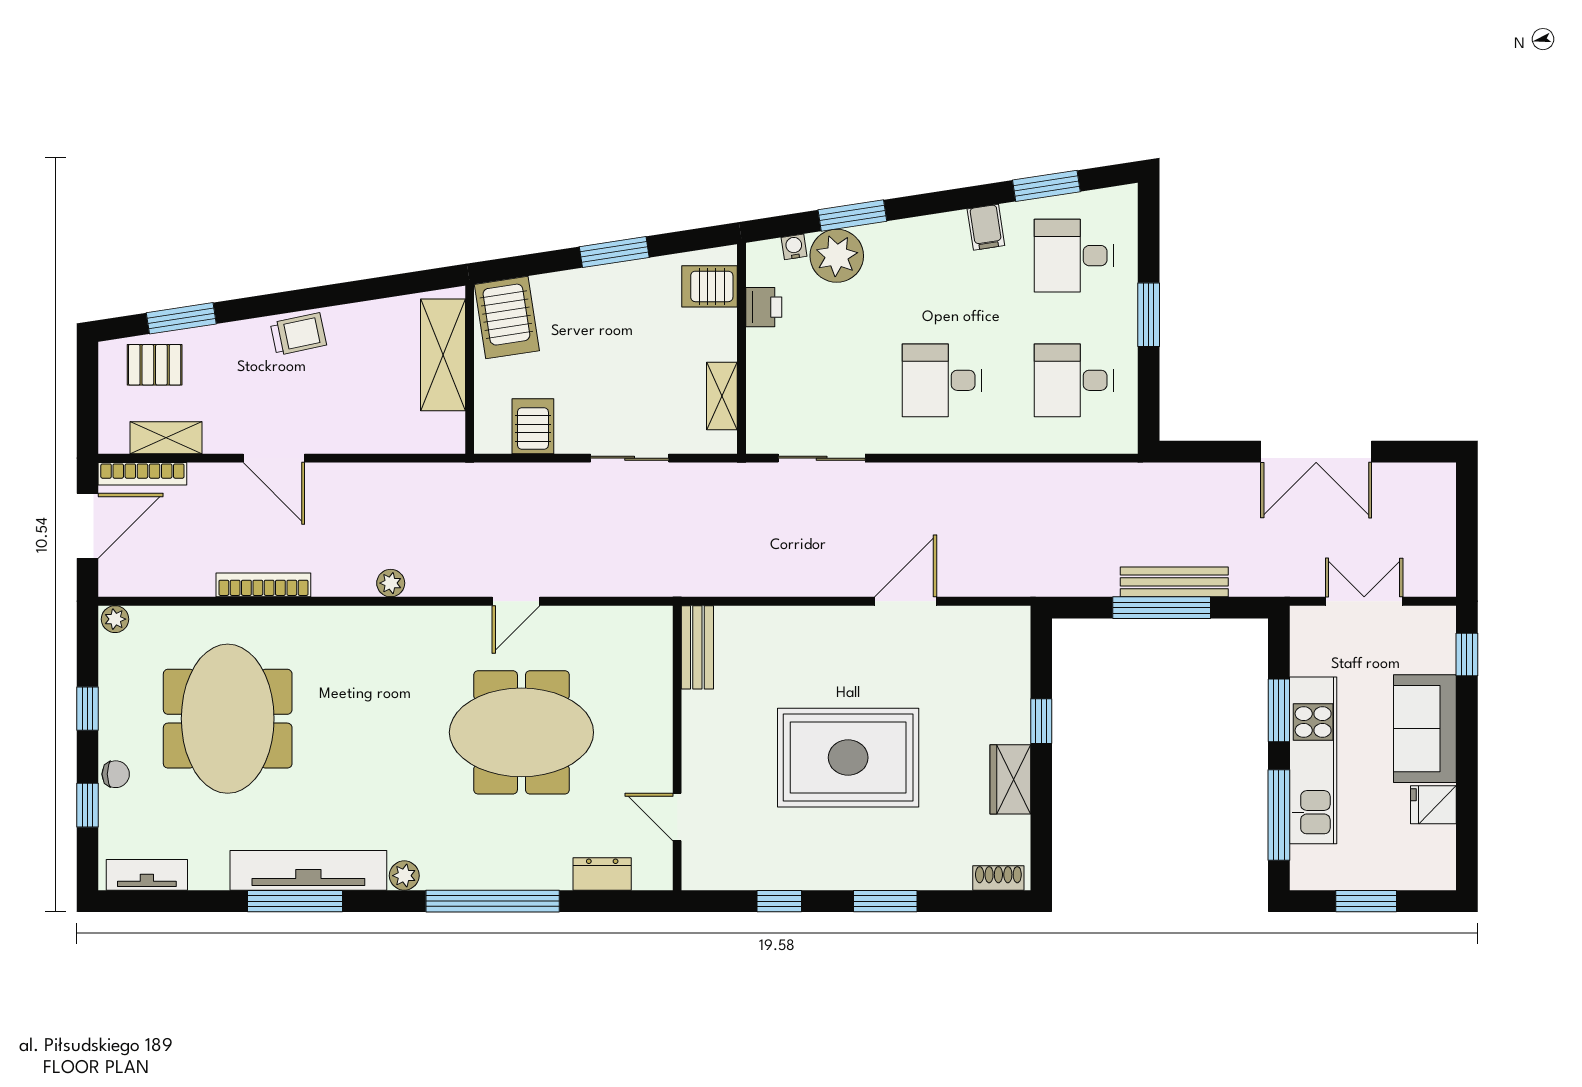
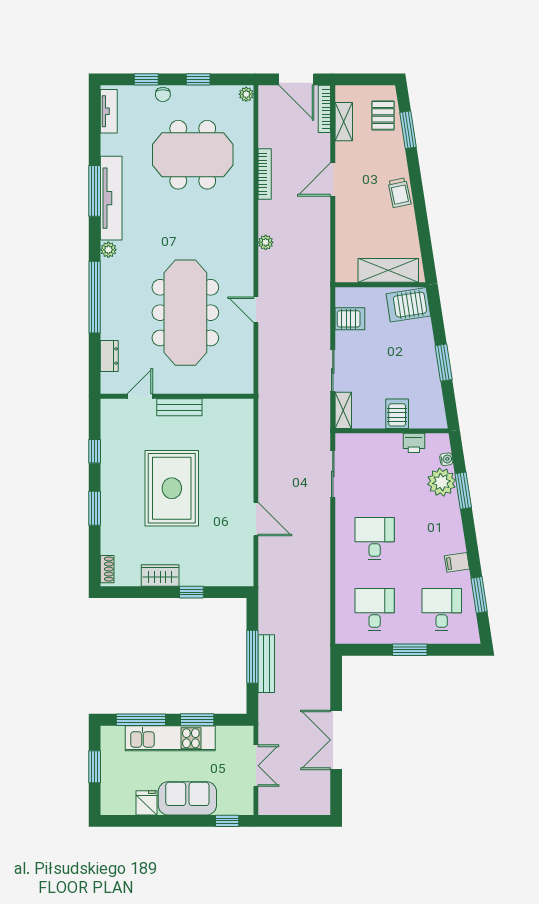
server rack: (710, 286) -> (397, 414), moved
shelving: (722, 396) -> (343, 410), moved, turned 90
bench: (697, 647) -> (179, 407), moved
meeting table: (521, 732) -> (185, 313), width x1.36

